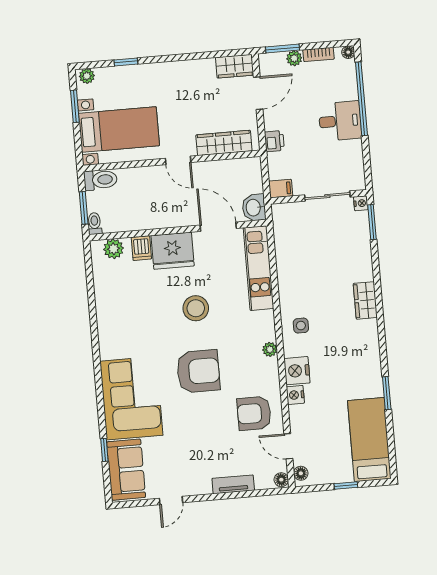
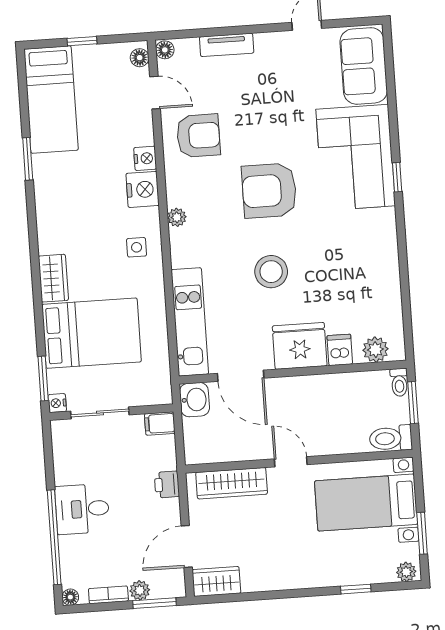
bed: (335, 258) -> (92, 333), added
window: (104, 450) -> (397, 177), moved

